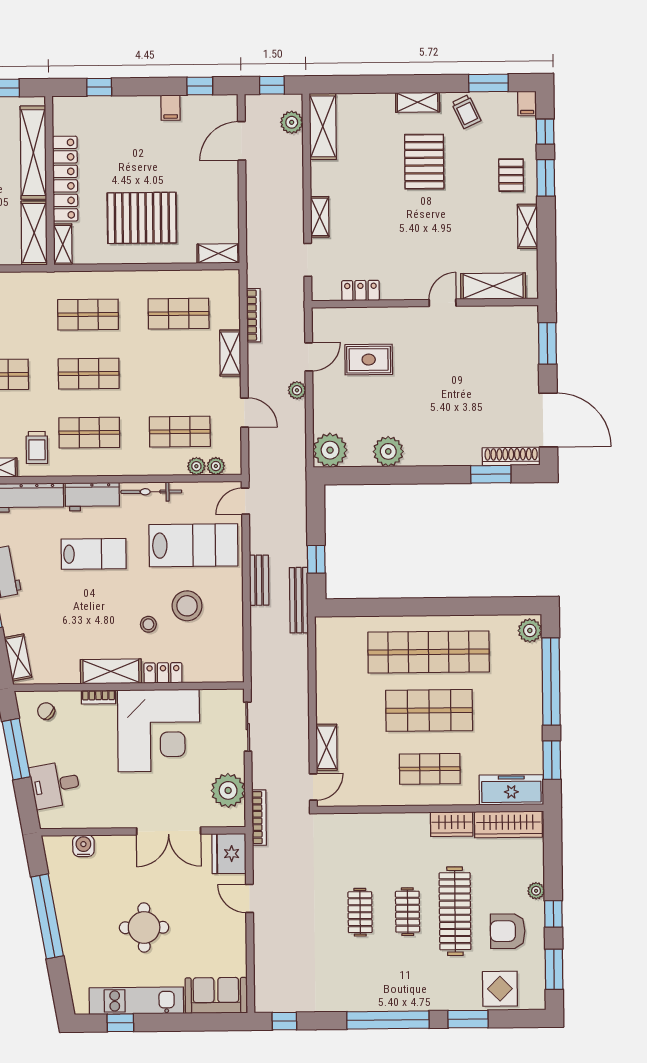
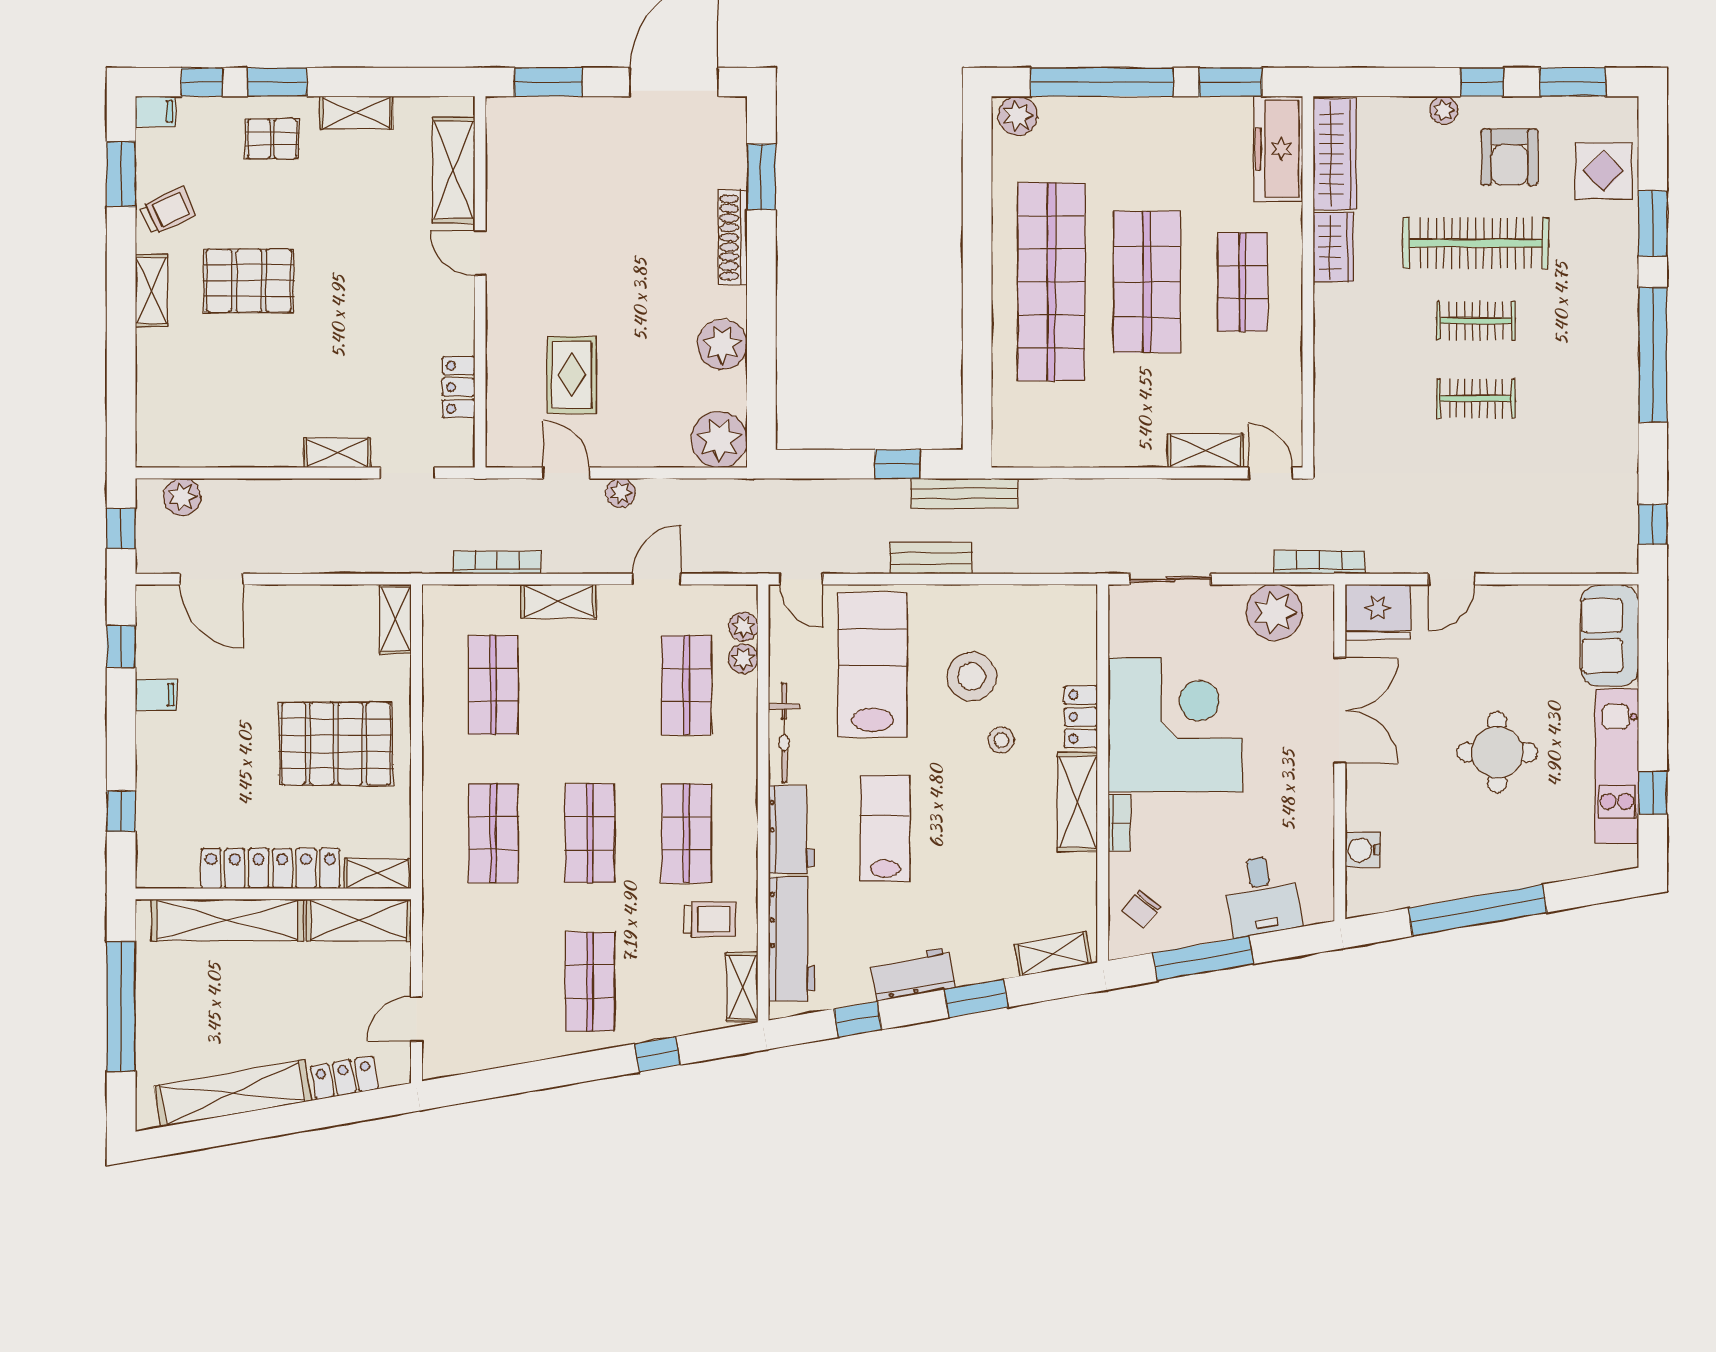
shelving: (323, 126) -> (189, 446), removed
pallet: (142, 218) -> (336, 744), turned 90
shoe rack: (511, 456) -> (733, 237), moved

